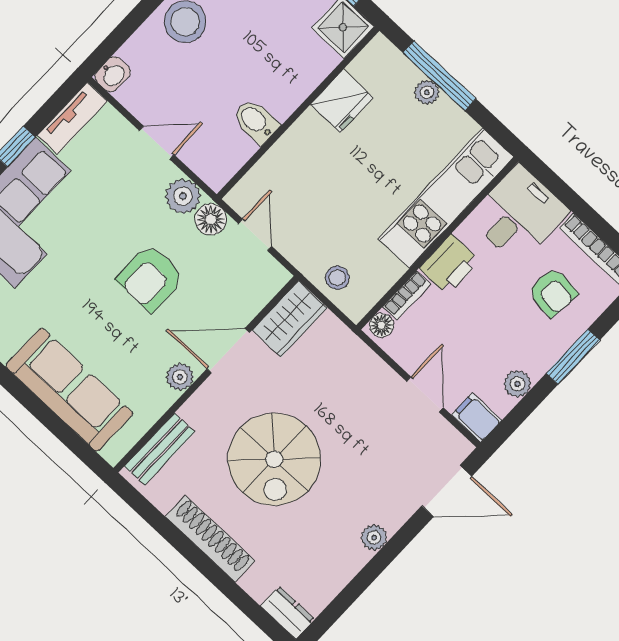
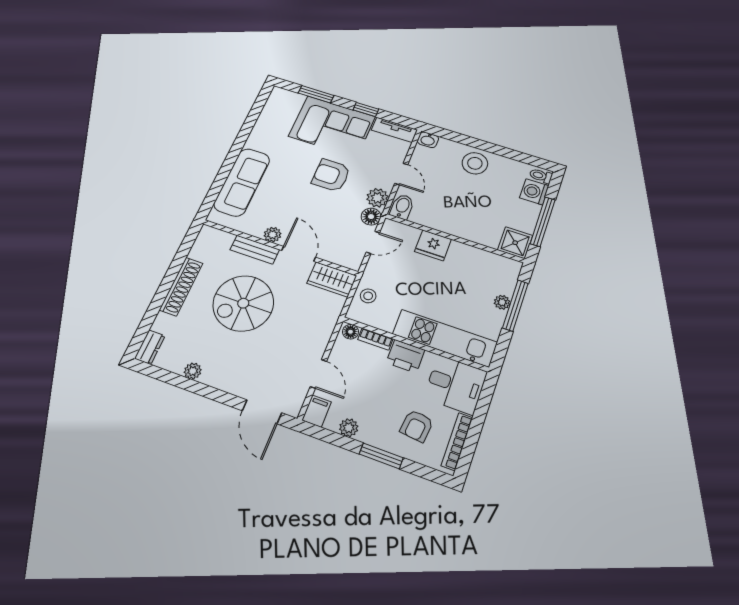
fridge: (342, 101) -> (433, 245), moved
bidet: (256, 121) -> (402, 207), moved
armchair: (150, 278) -> (331, 175), moved
door: (425, 394) -> (318, 374), hinge flipped
bench: (160, 449) -> (255, 250), moved
plant: (374, 537) -> (193, 371), moved

